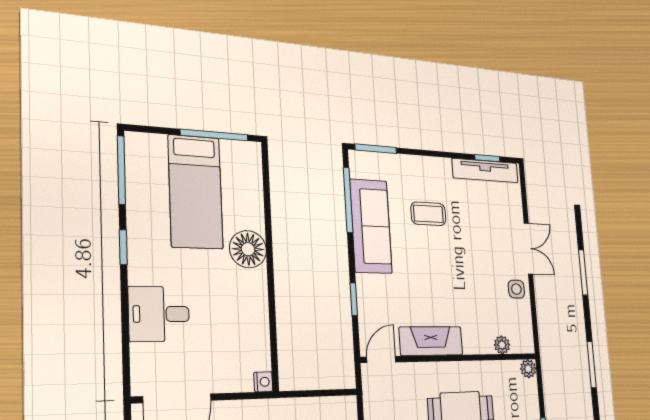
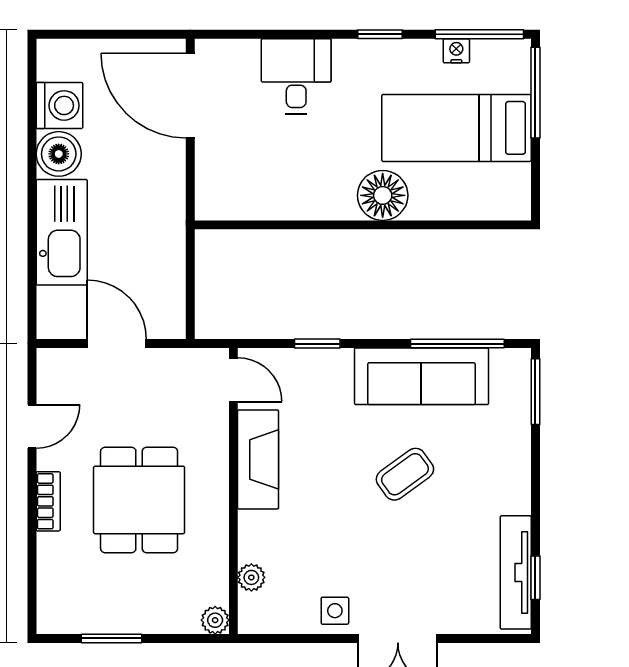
window: (214, 135) -> (535, 93), moved
coffee table: (428, 214) -> (405, 474), moved, turned 54
nightstand: (263, 382) -> (456, 51), moved, turned 180

